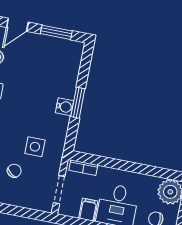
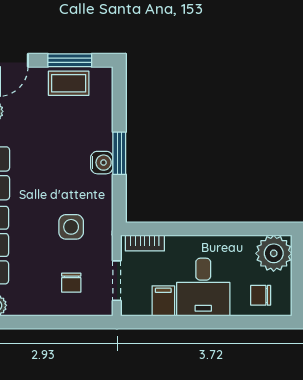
coffee table: (52, 48) -> (69, 83), added
chair: (14, 171) -> (71, 283), moved, turned 142

